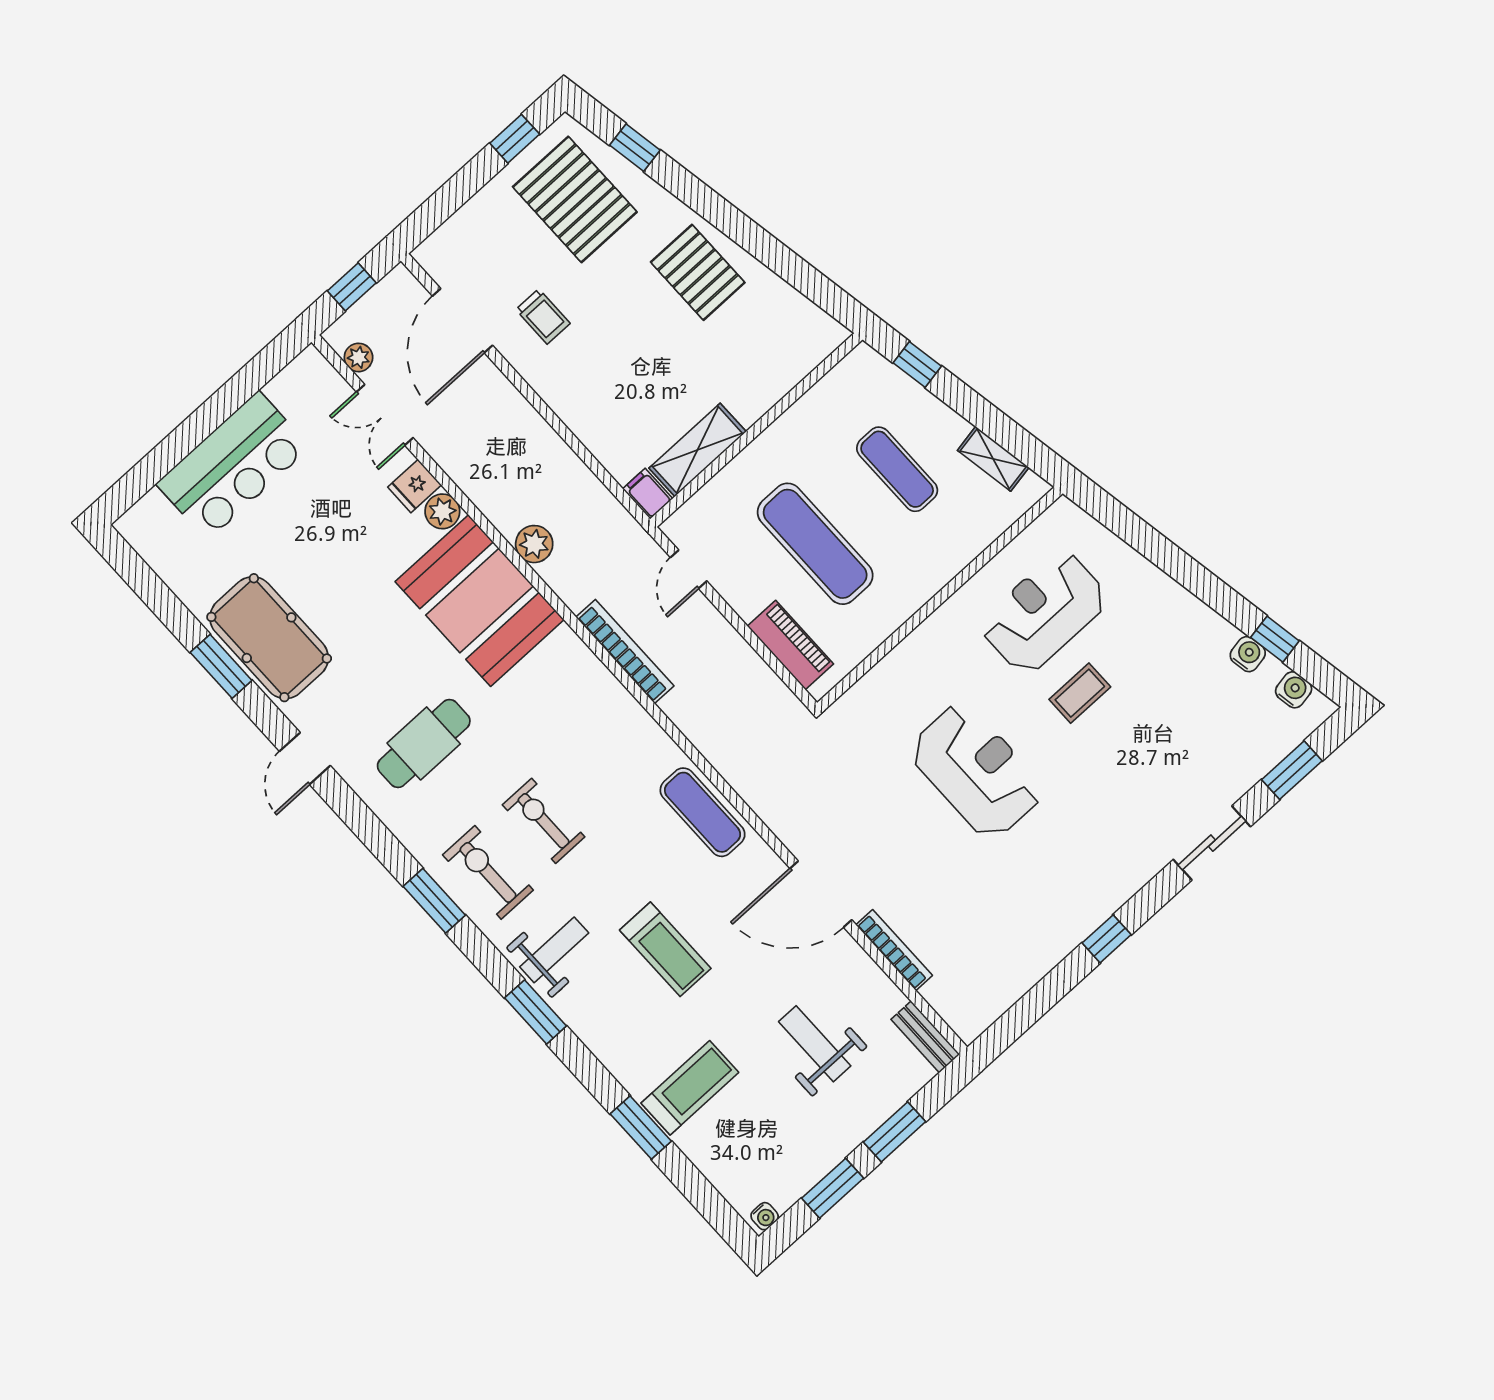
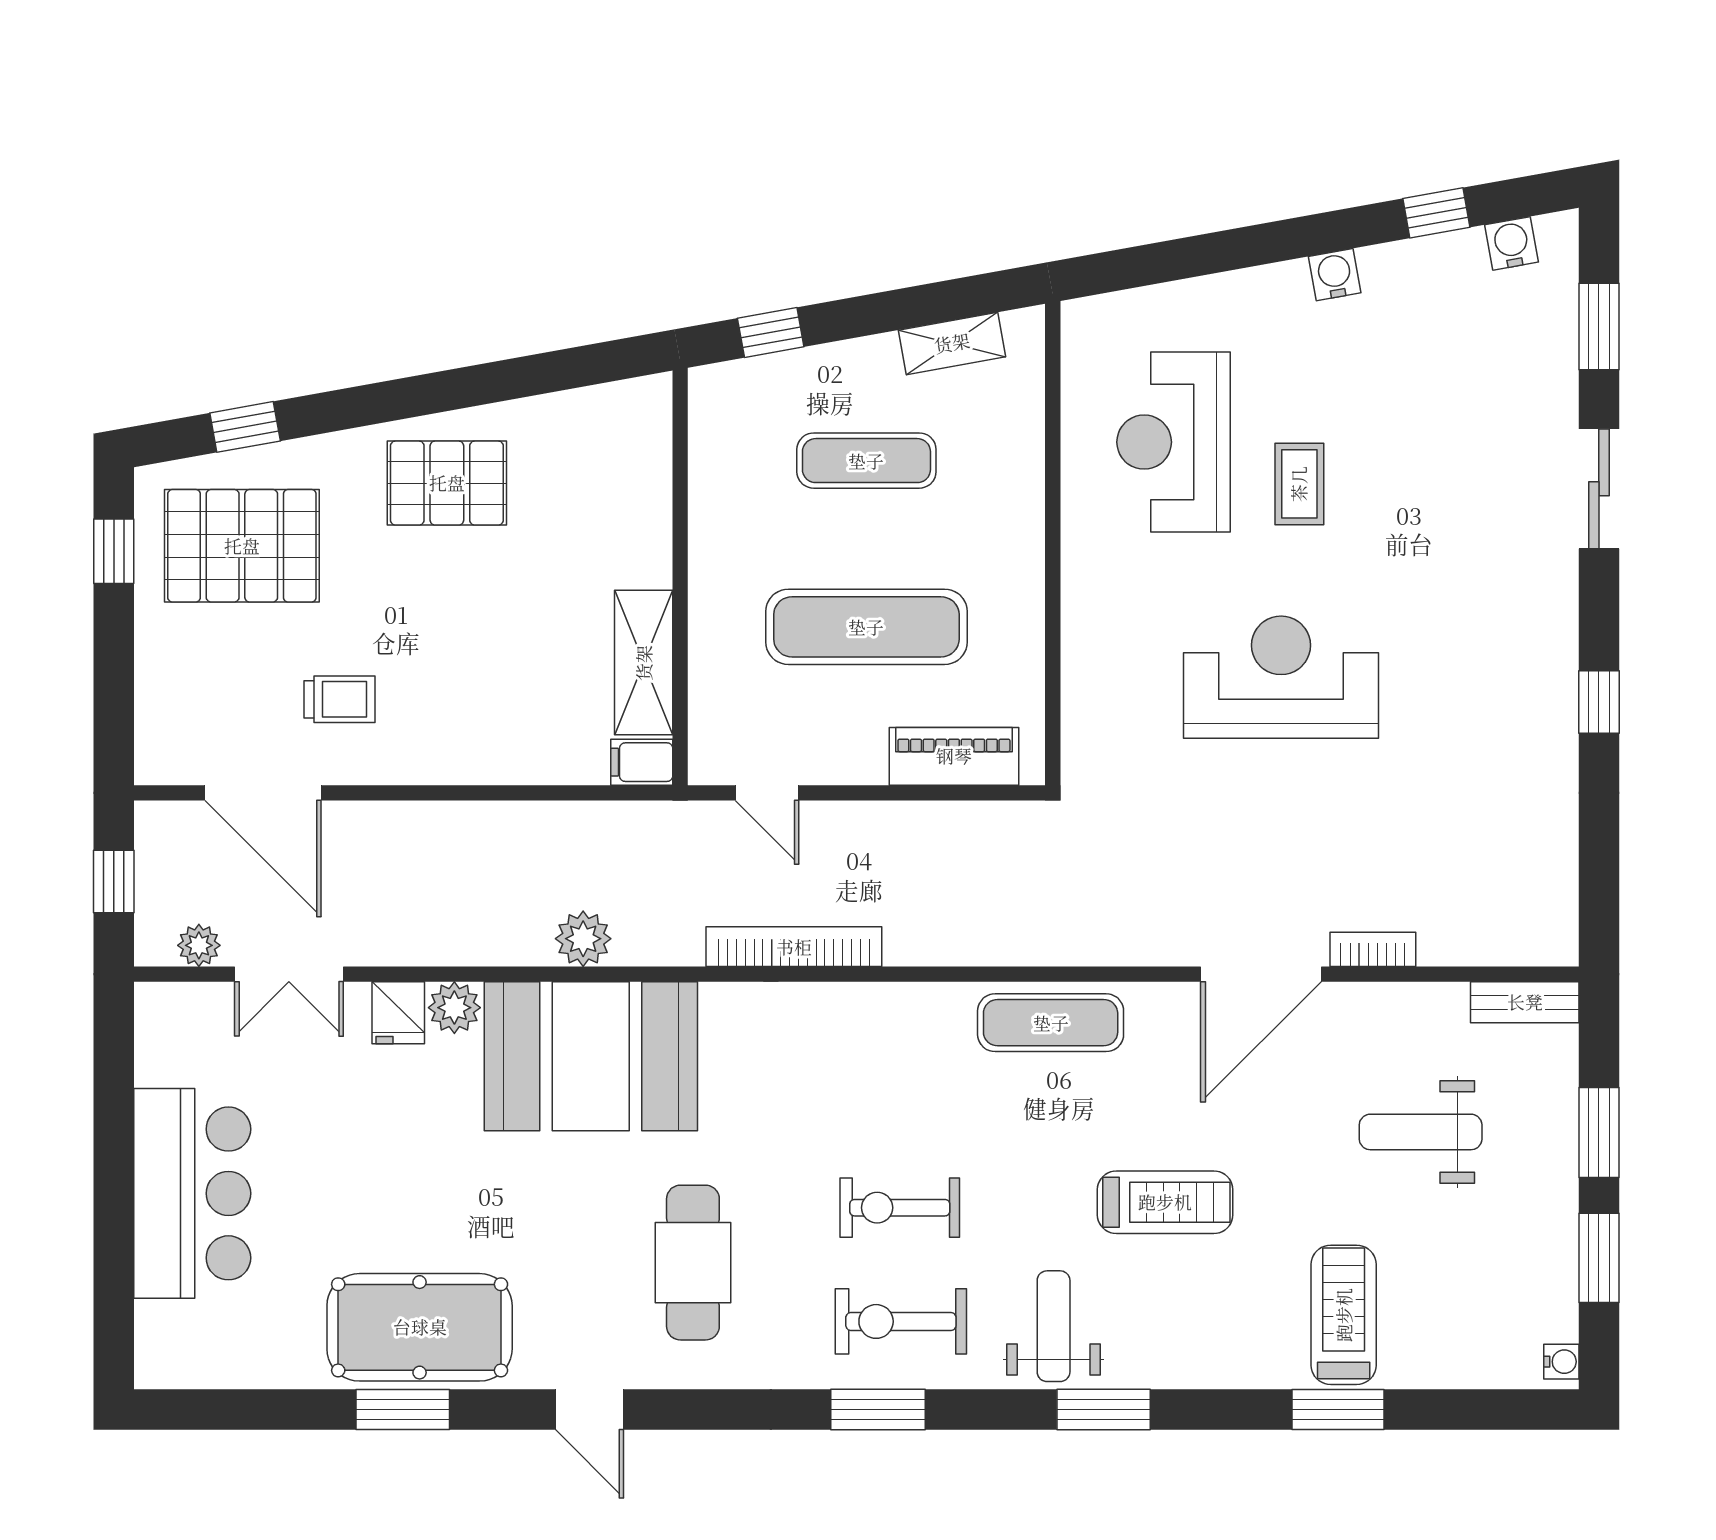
water cooler: (1248, 654) -> (1335, 275), moved
bookcase: (894, 950) -> (1373, 949), width x0.64

